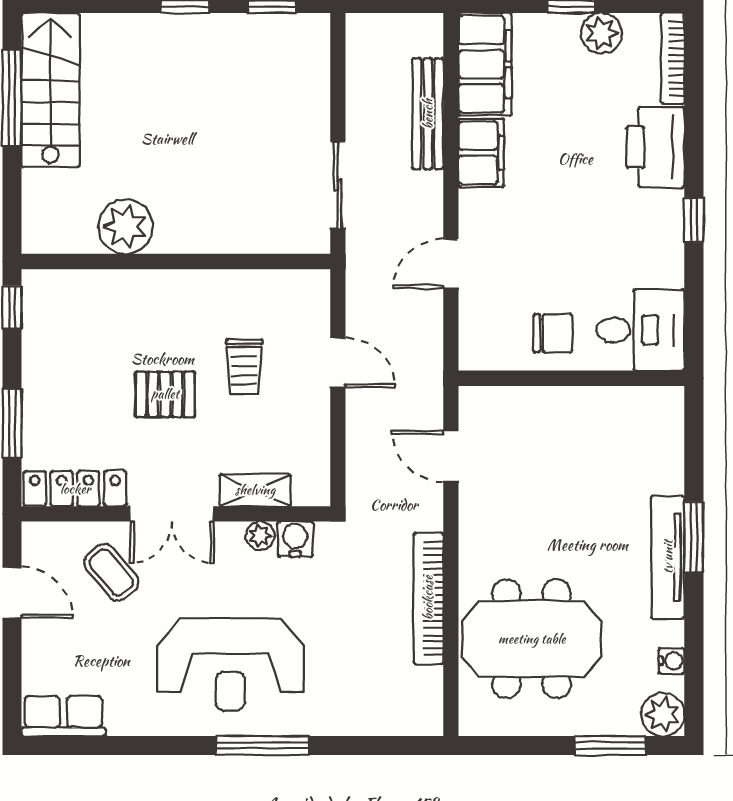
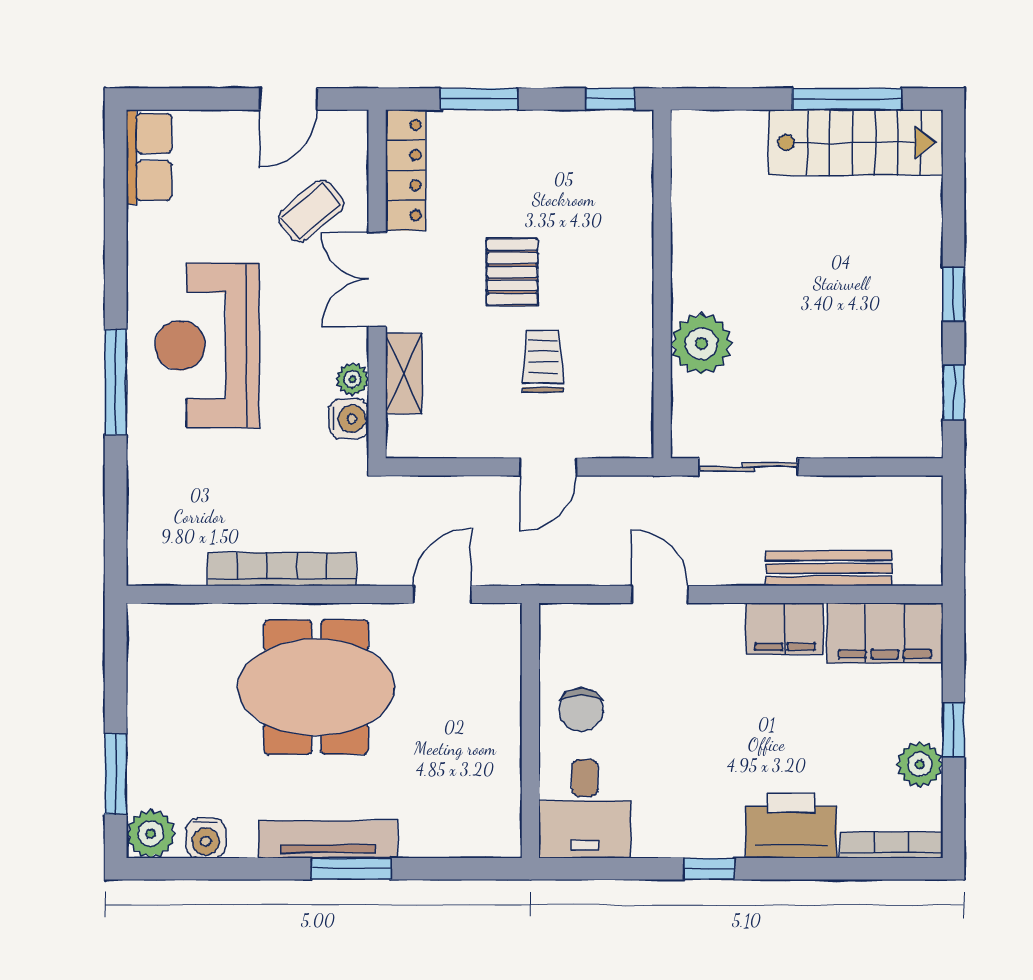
plant: (125, 227) -> (701, 344), moved
trolley: (244, 367) -> (543, 361), turned 90
meeting table: (532, 639) -> (316, 687), moved, turned 90
water cooler: (672, 661) -> (206, 838), width x1.38, depth x1.38

